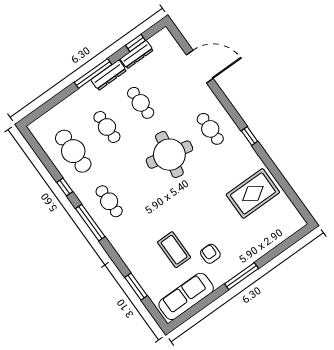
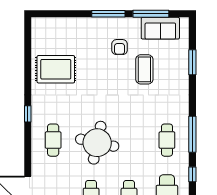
sofa: (186, 296) -> (160, 28), width x0.73
window: (204, 303) -> (151, 14), added

